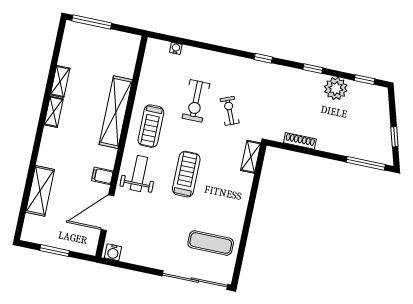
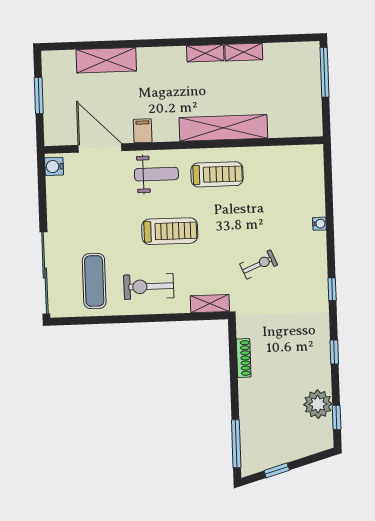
water cooler: (176, 48) -> (319, 224), moved
plant: (336, 89) -> (318, 404), moved
exercise bike: (196, 101) -> (149, 286), moved
treadmill: (151, 126) -> (217, 174), turned 180

